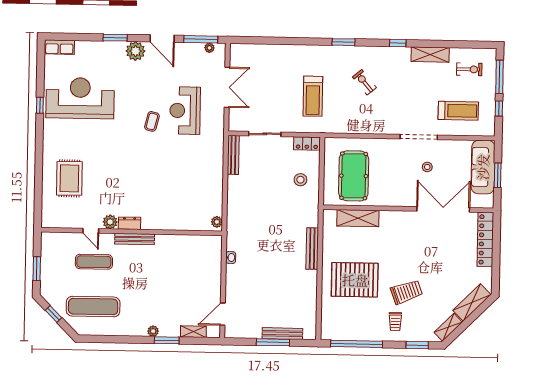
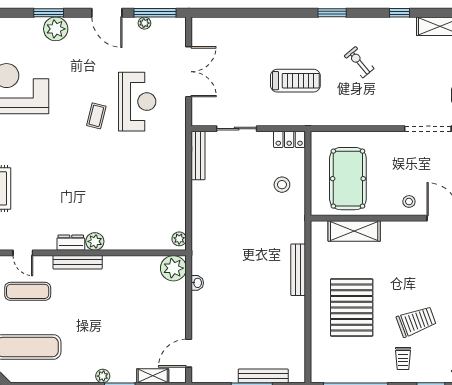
plant: (209, 48) -> (144, 23), moved
plant: (135, 51) -> (56, 29), moved
treadmill: (313, 96) -> (295, 81), turned -90
reception desk: (185, 111) -> (137, 102), turned 180
stool: (427, 167) -> (409, 201), moved
plant: (110, 222) -> (95, 241), moved
plant: (212, 245) -> (173, 268), added
pallet: (355, 280) -> (352, 308), turned 90

